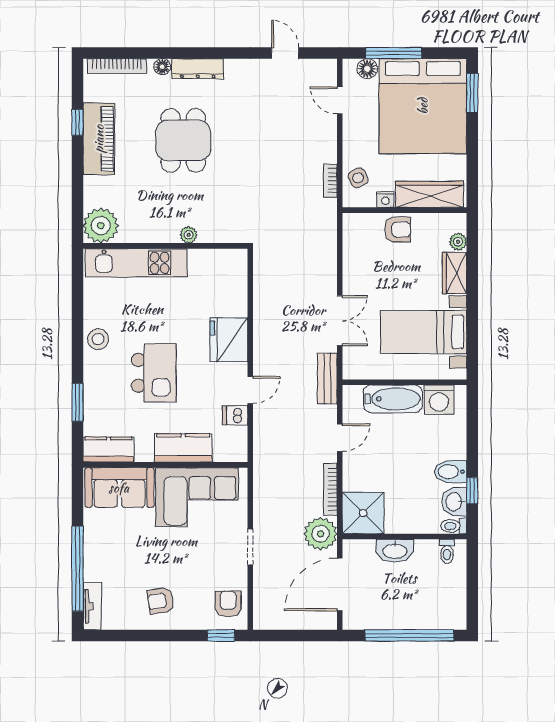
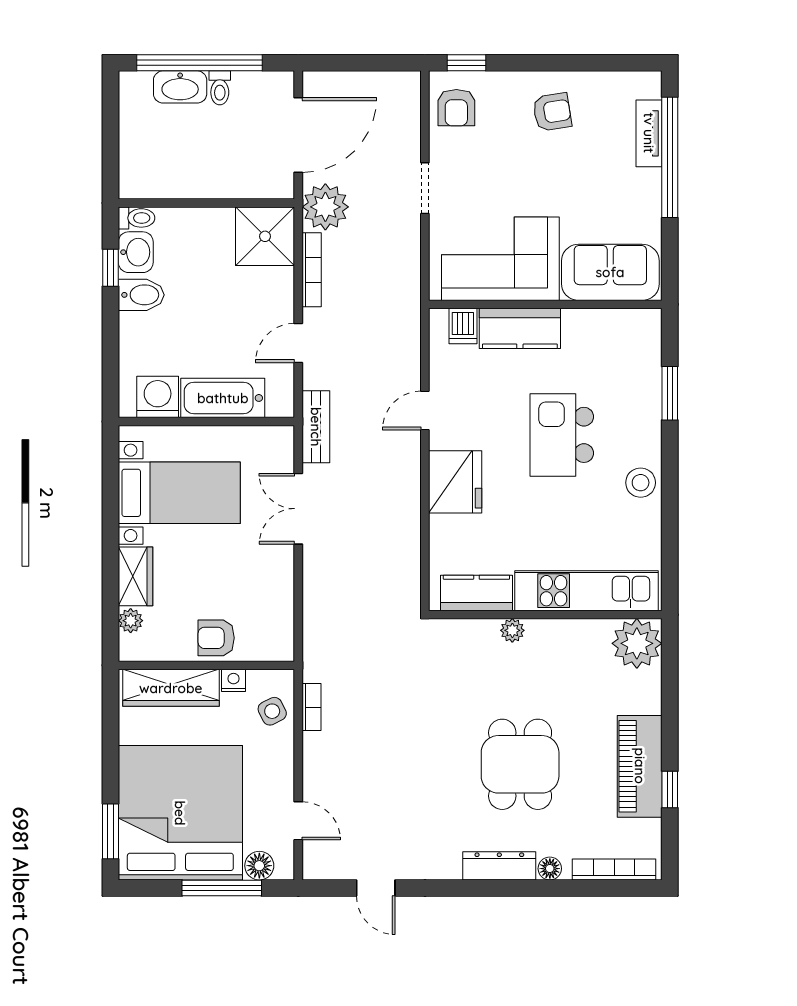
dishwasher: (235, 415) -> (463, 326), moved, turned 90
kitchen counter: (108, 450) -> (476, 593), moved, turned 180
washbasin: (395, 551) -> (180, 87), moved, turned 180
toilet: (447, 551) -> (220, 88), moved, turned 180
tv unit: (92, 606) -> (649, 133), moved

